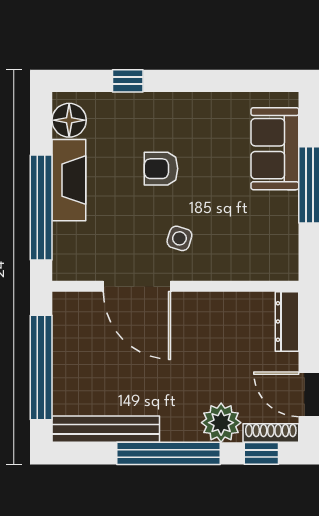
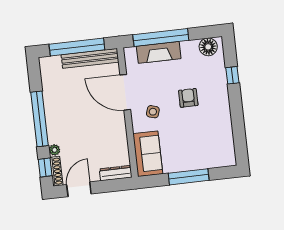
sofa: (275, 149) -> (148, 154), moved, turned 90
fireplace: (69, 180) -> (159, 52), moved
door: (137, 286) -> (125, 92), hinge flipped
plant: (221, 423) -> (54, 150), width x0.53, depth x0.53
bench: (106, 429) -> (90, 58), moved, turned 90

